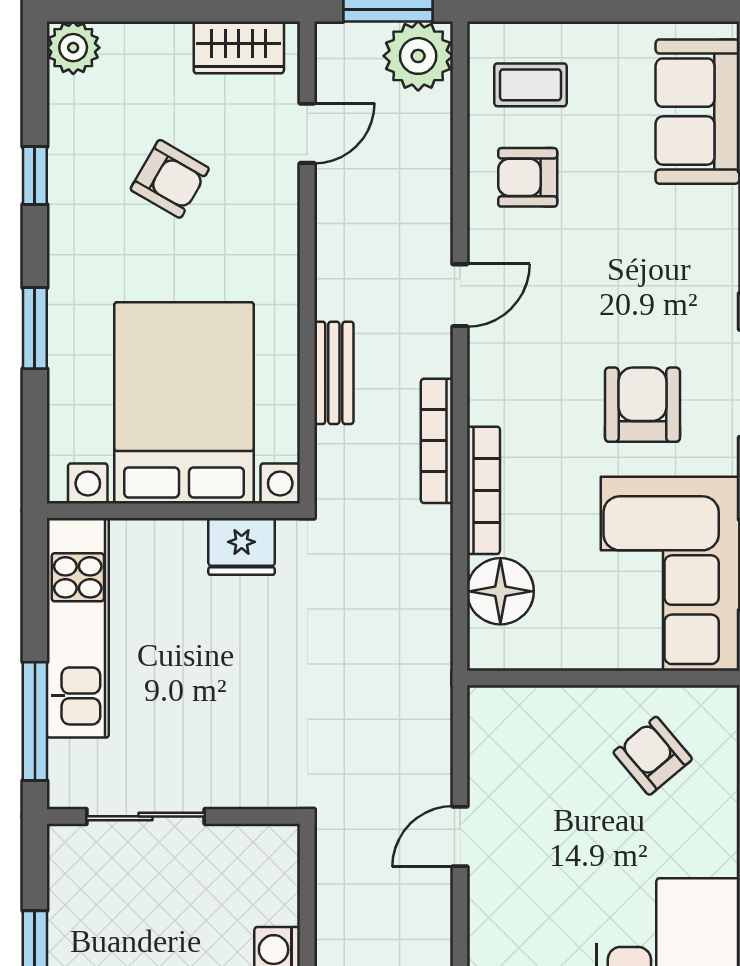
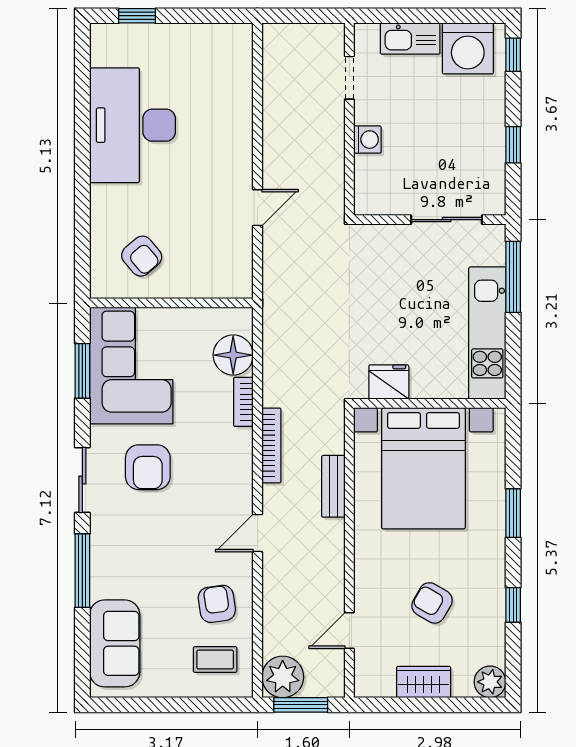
wardrobe: (239, 47) -> (424, 682), moved
armchair: (528, 177) -> (217, 604), turned -98
bookcase: (483, 490) -> (243, 402), width x0.64

